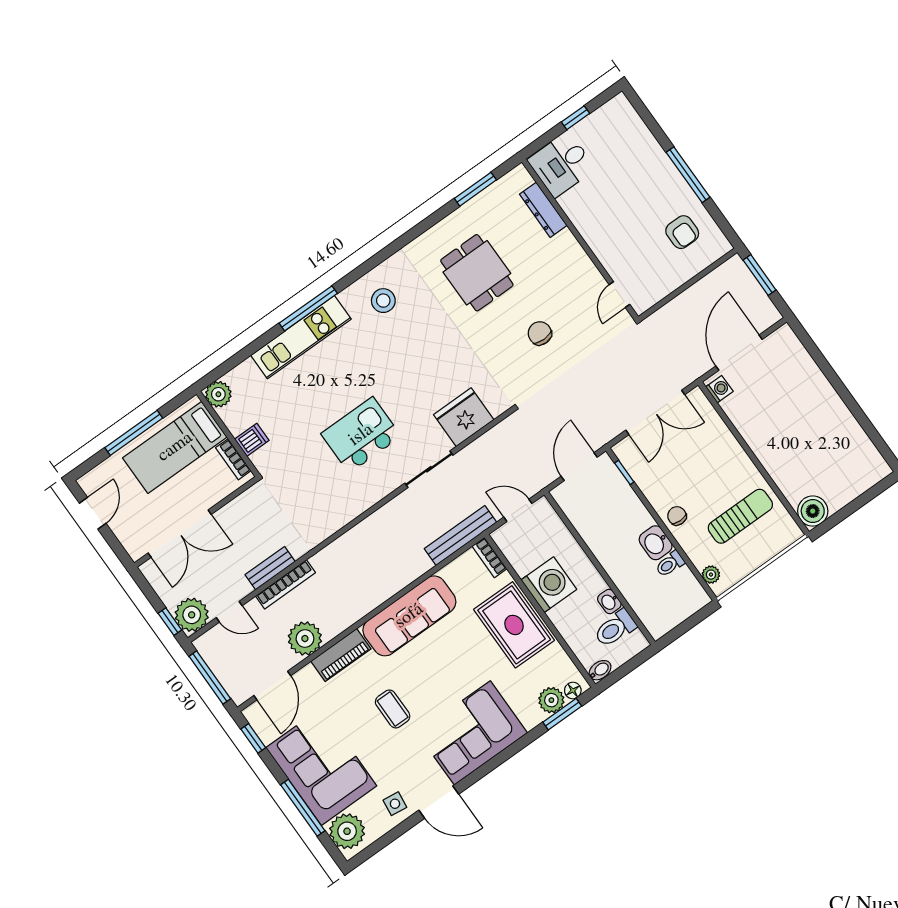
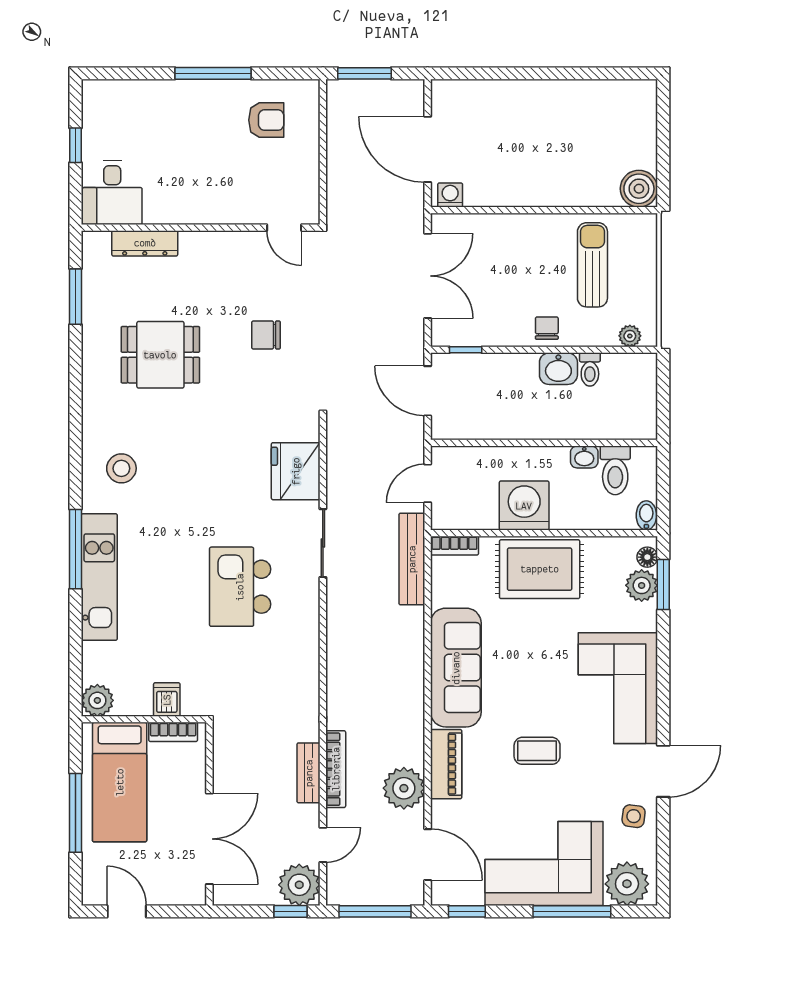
chair: (677, 516) -> (547, 328), turned 90

